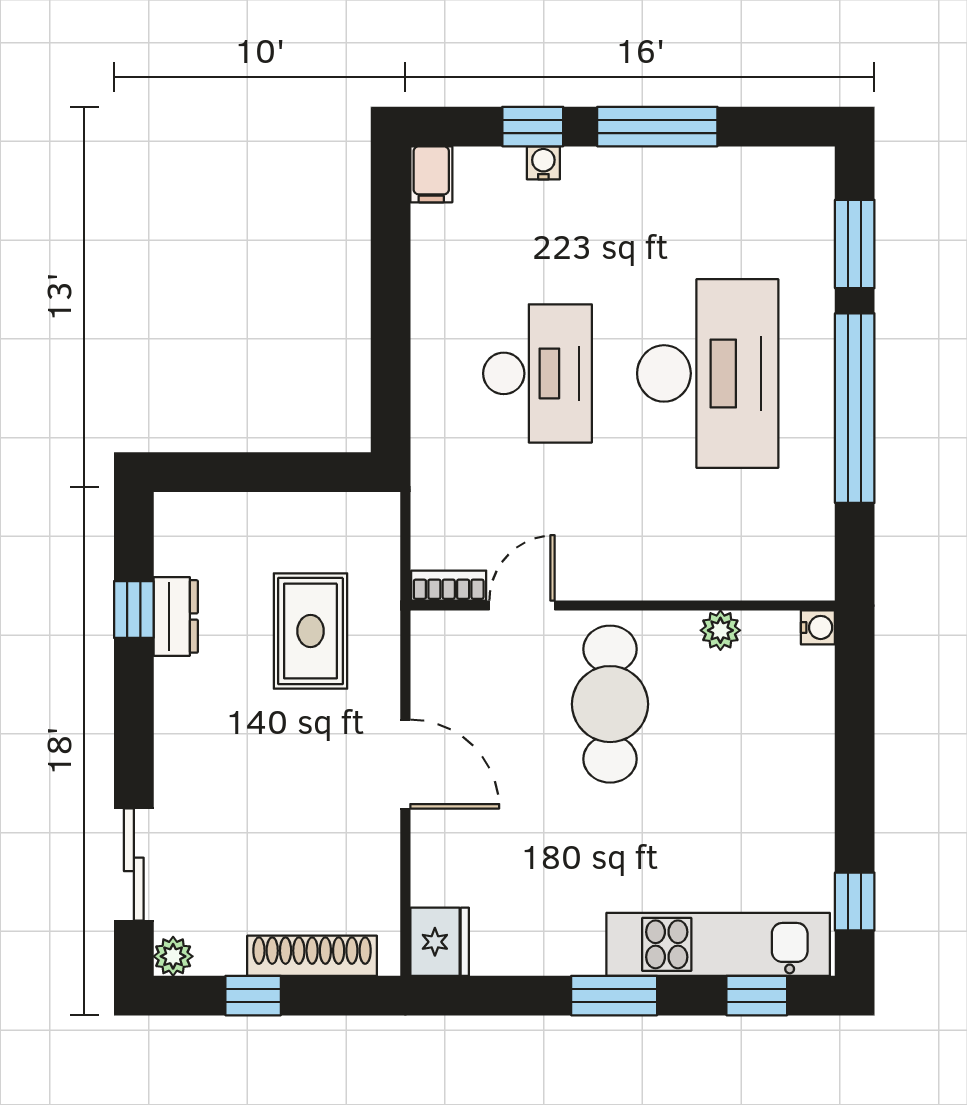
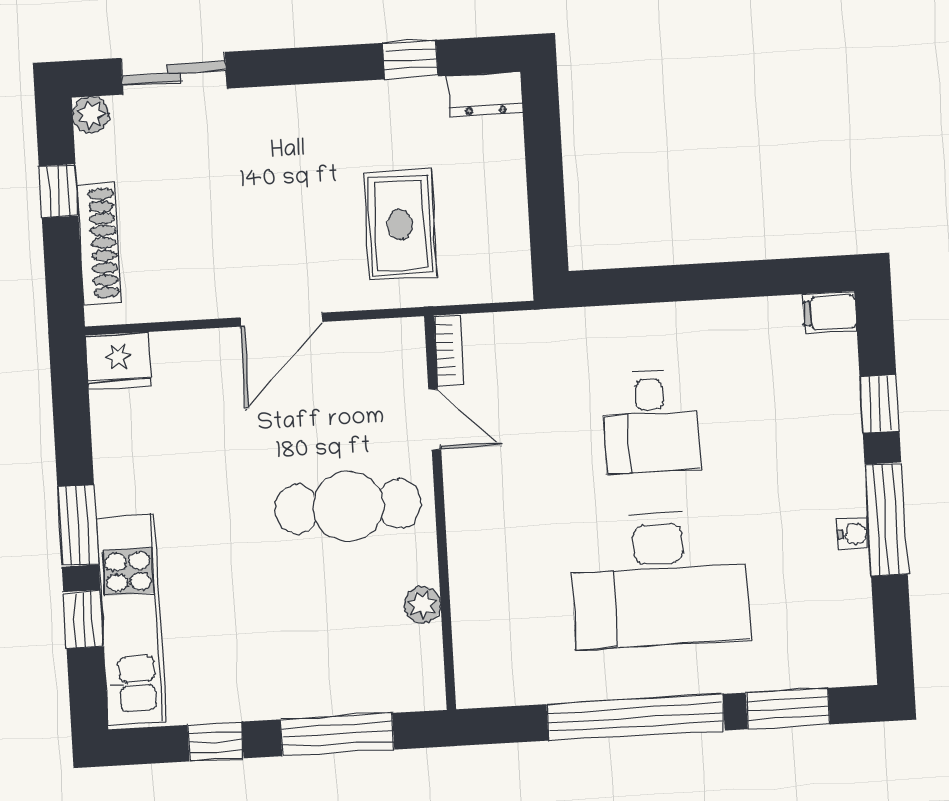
water cooler: (543, 163) -> (853, 533), moved
desk: (537, 373) -> (651, 421), width x0.73
dresser: (176, 616) -> (485, 94), moved
water cooler: (818, 627) -> (430, 695), removed
rug: (311, 631) -> (400, 225), turned 90
window: (855, 730) -> (337, 735), added
window: (855, 901) -> (215, 742), moved
window: (757, 996) -> (83, 619), moved

